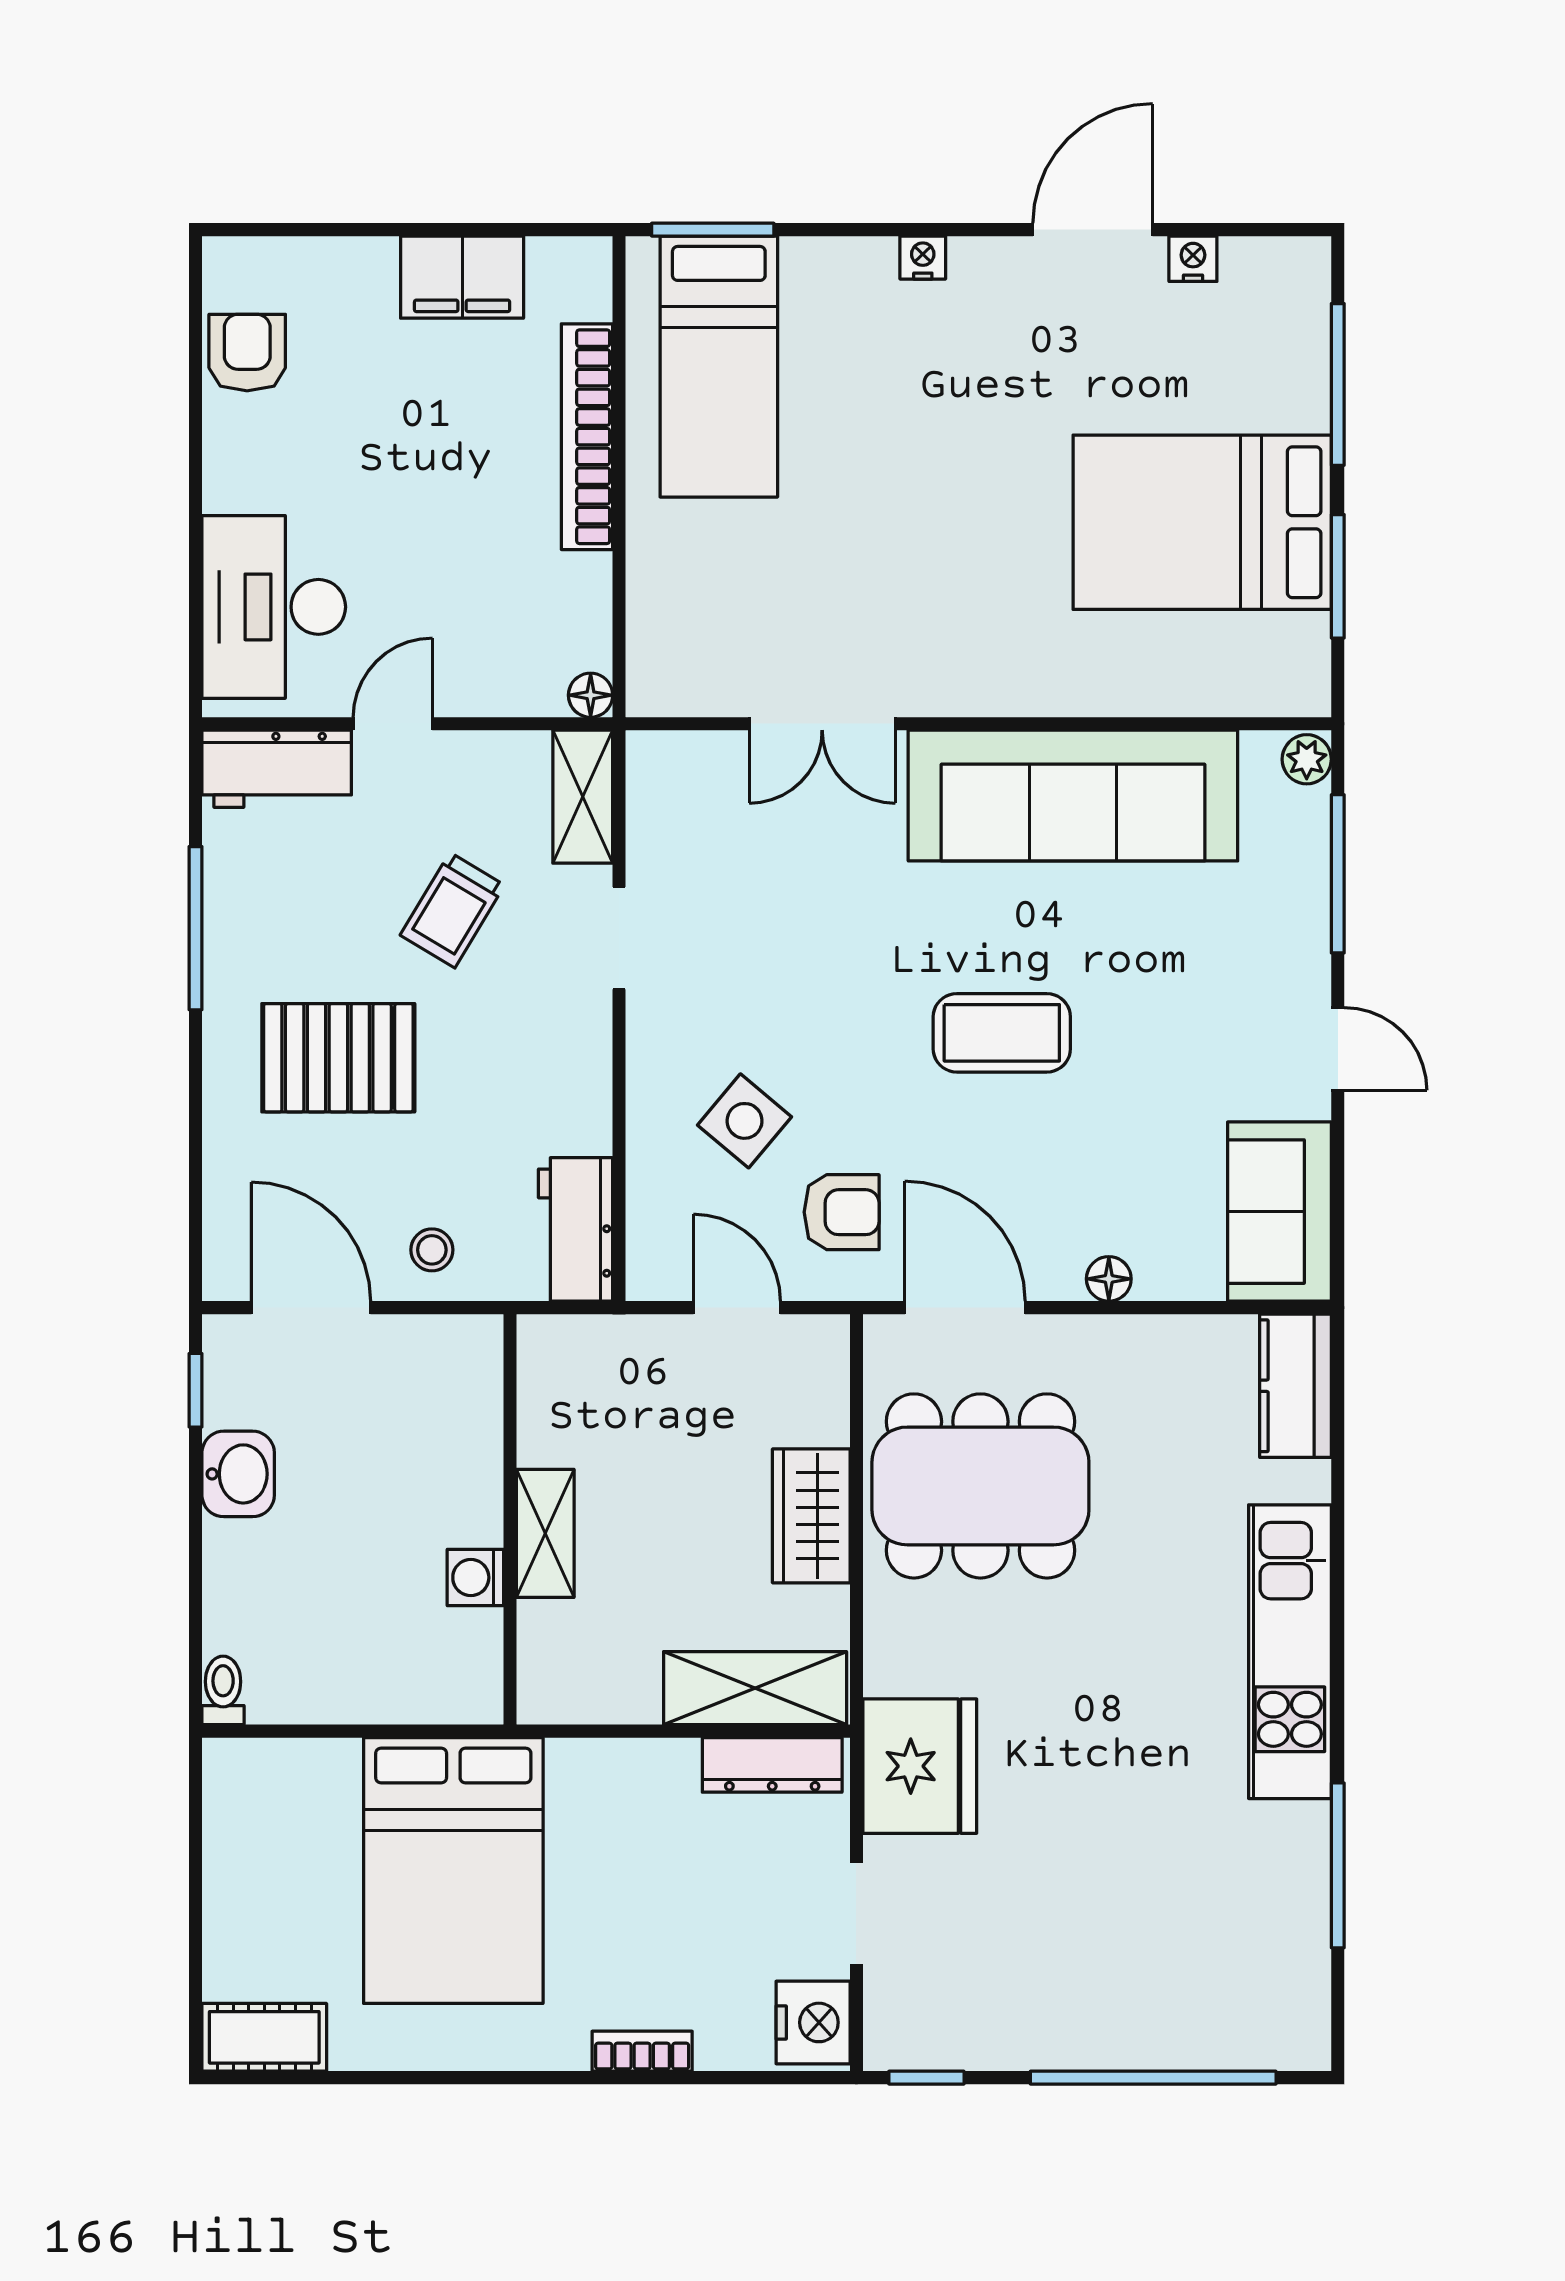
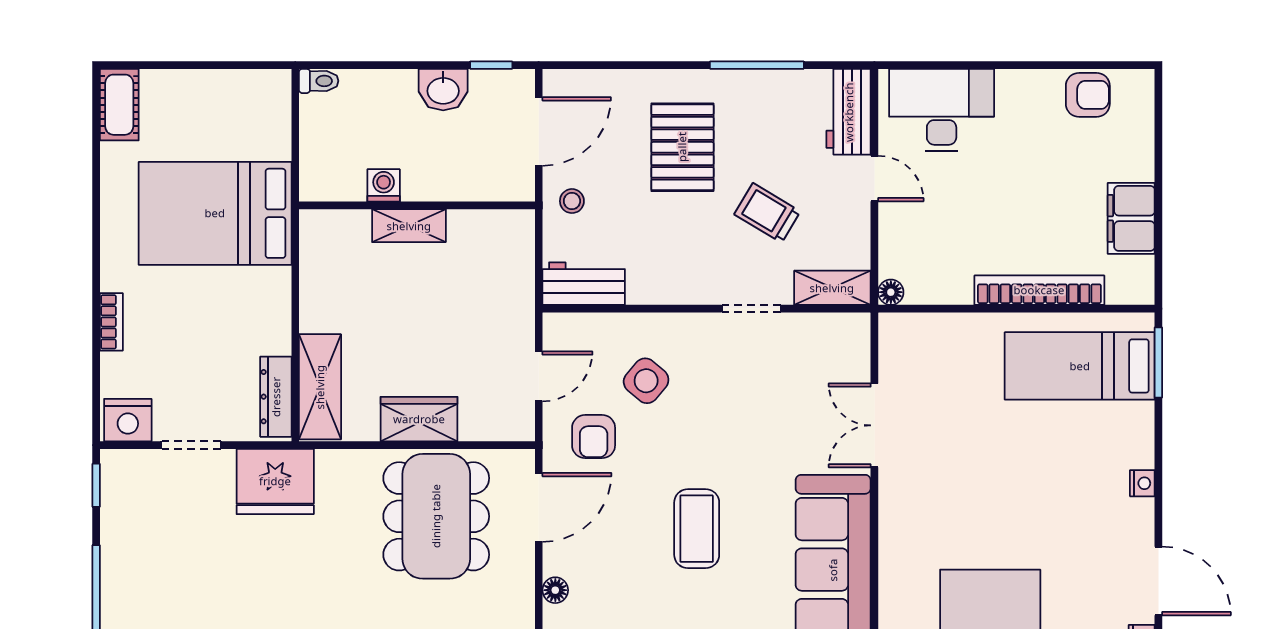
wall: (510, 1519) -> (417, 205), moved
shelving: (545, 1533) -> (409, 226), moved
washing machine: (475, 1578) -> (384, 185), moved

